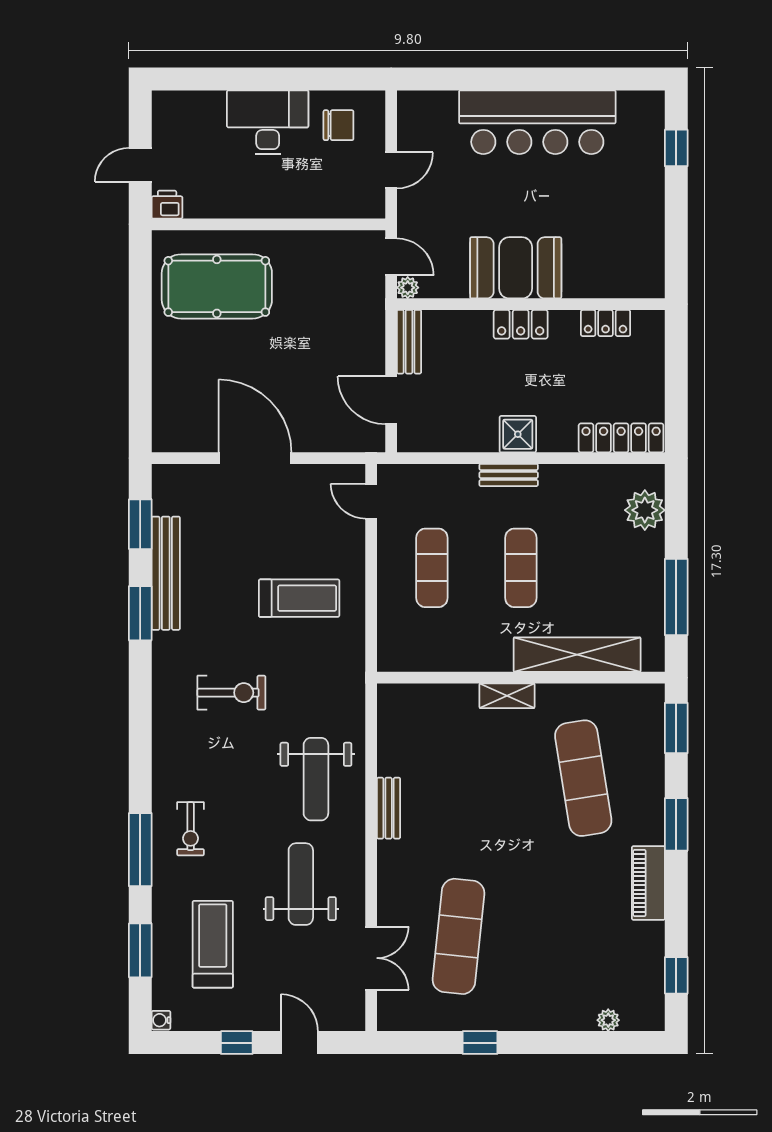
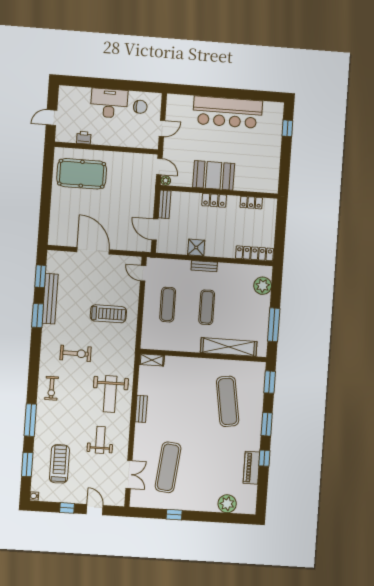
printer: (167, 205) -> (84, 138), moved
shower: (518, 434) -> (196, 248), moved
shelving: (507, 696) -> (152, 360), moved
exercise bike: (191, 829) -> (52, 388), moved
piano: (648, 883) -> (251, 468), moved
weight bench: (301, 884) -> (100, 440), width x0.73, depth x0.75
window: (676, 975) -> (264, 458), moved
plant: (608, 1020) -> (227, 504), width x1.88, depth x1.88

